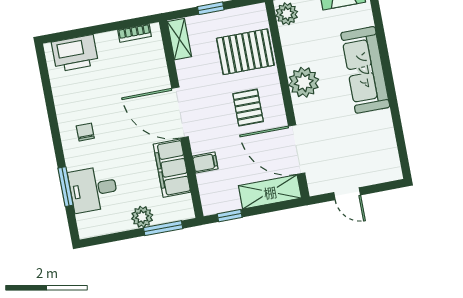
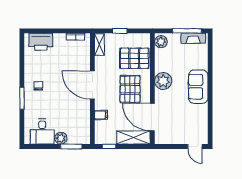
sofa: (365, 70) -> (198, 87), width x0.73
pallet: (248, 108) -> (130, 89), width x1.50, depth x1.42
filing cabinet: (172, 168) -> (82, 115), removed
window: (66, 187) -> (22, 98), moved
desk: (93, 189) -> (42, 132), moved, turned -90
door: (347, 194) -> (195, 147), moved

